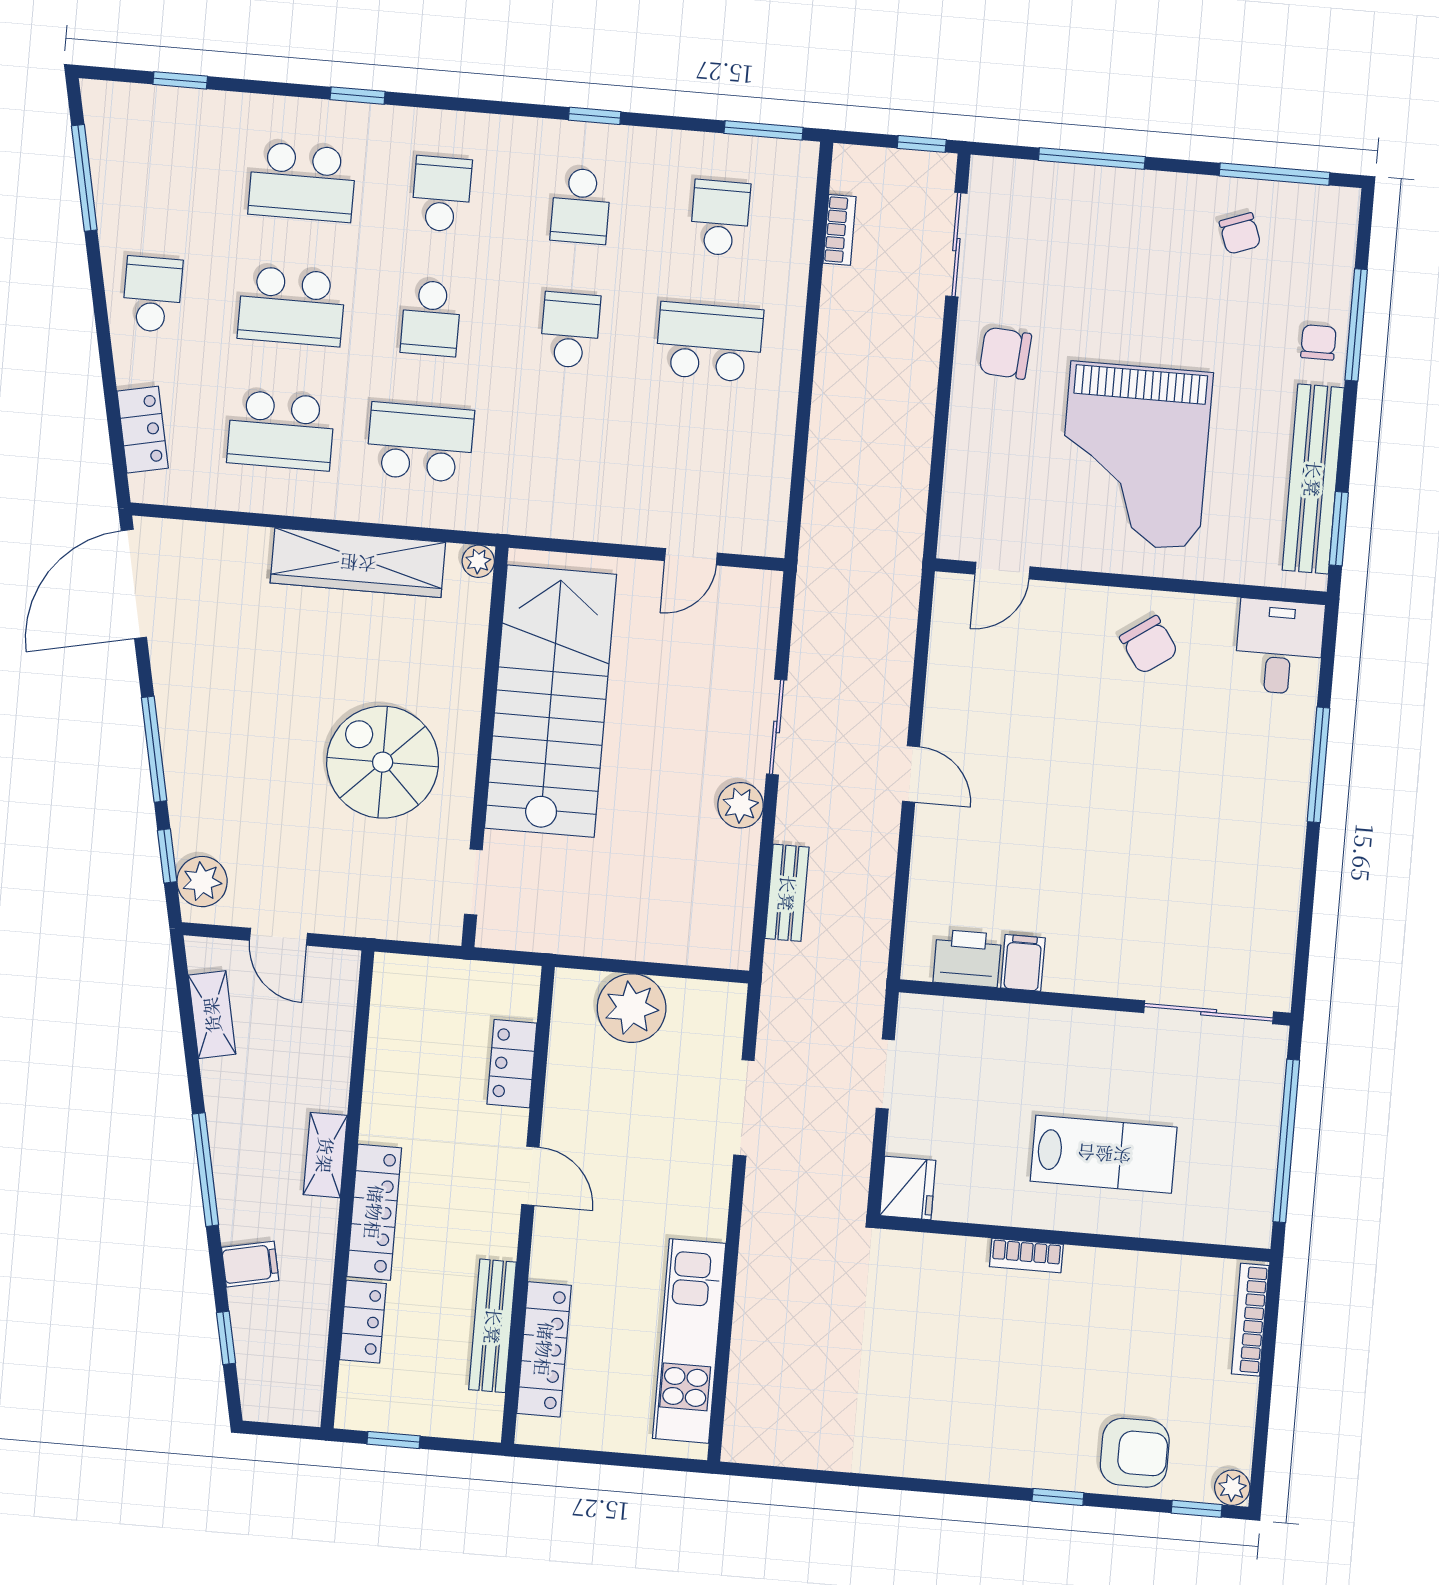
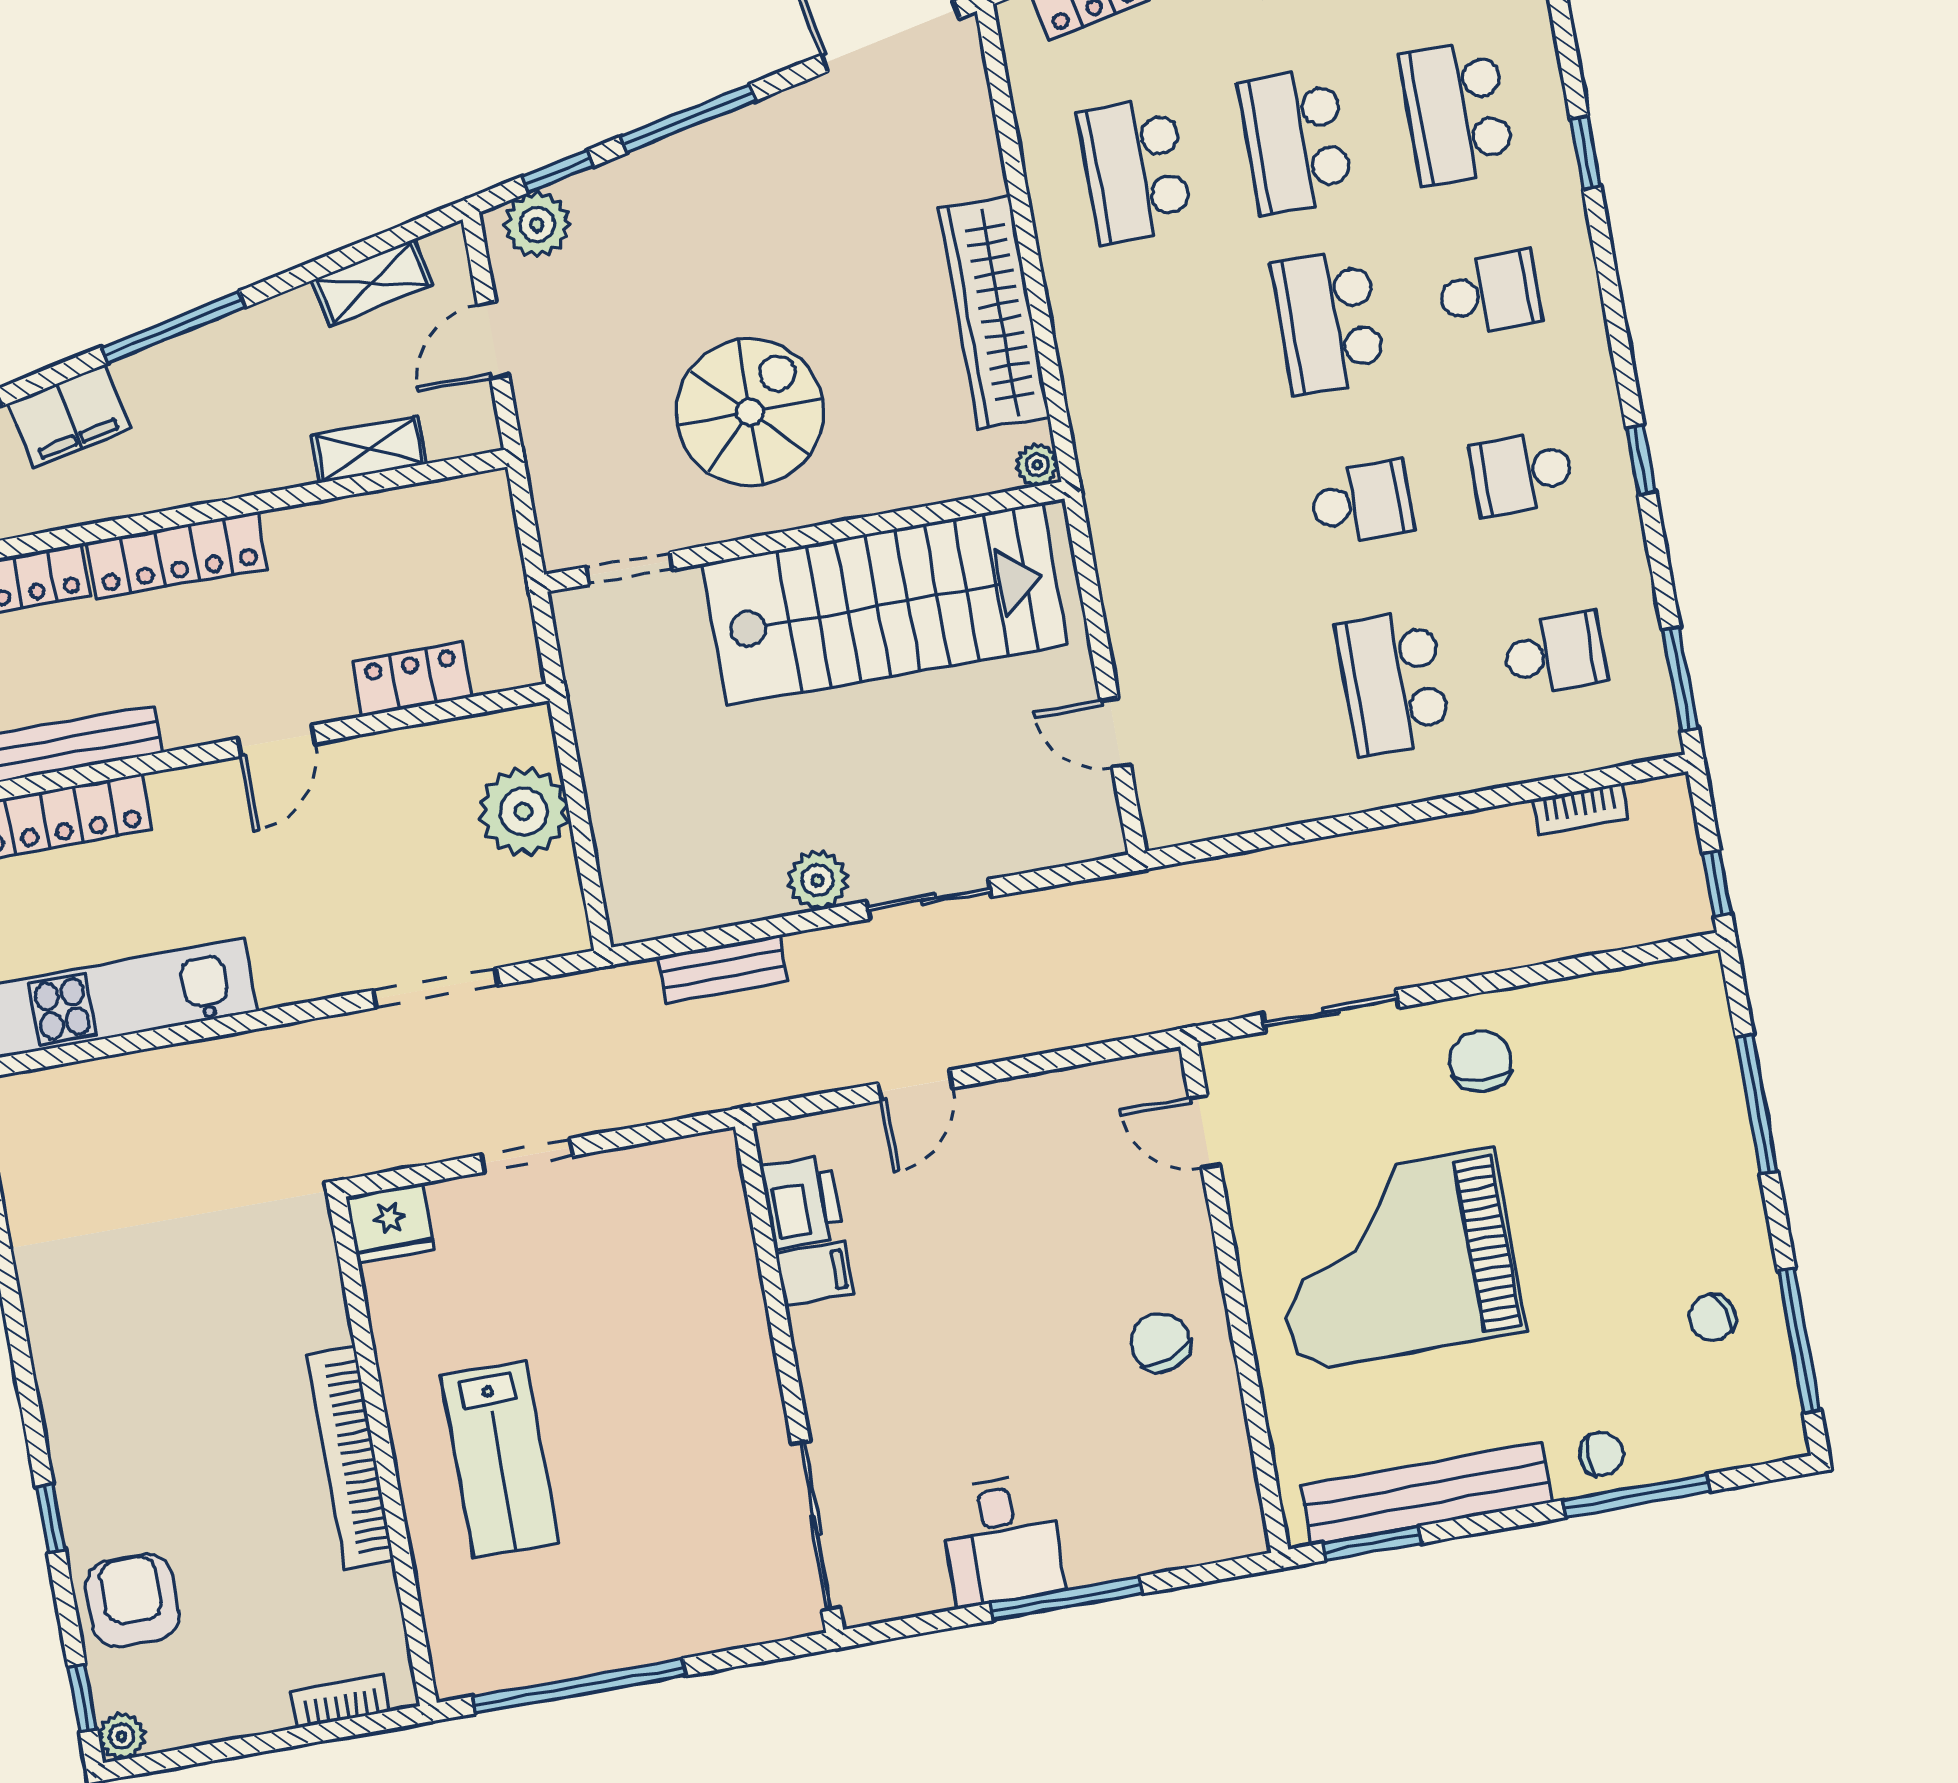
sliding door: (956, 245) -> (1330, 1011), moved
school desk: (431, 318) -> (1329, 322), width x1.85
school desk: (709, 342) -> (1394, 683), turned 180
school desk: (420, 442) -> (1168, 351), removed
chair: (1149, 645) -> (1160, 1343), turned 106
desk: (1279, 647) -> (1002, 1540), moved, turned 90
printer: (967, 958) -> (802, 1202), moved
filing cabinet: (1023, 963) -> (815, 1274), moved
wall: (1095, 1002) -> (789, 1378), moved
sliding door: (1209, 1012) -> (816, 1526), moved
shelving: (325, 1155) -> (369, 449), moved
bookcase: (1026, 1256) -> (350, 1458), width x2.31, depth x1.31
filing cabinet: (250, 1264) -> (69, 416), width x2.00
bookcase: (1250, 1320) -> (340, 1701), width x0.64
armchair: (1135, 1453) -> (132, 1601), turned 180

